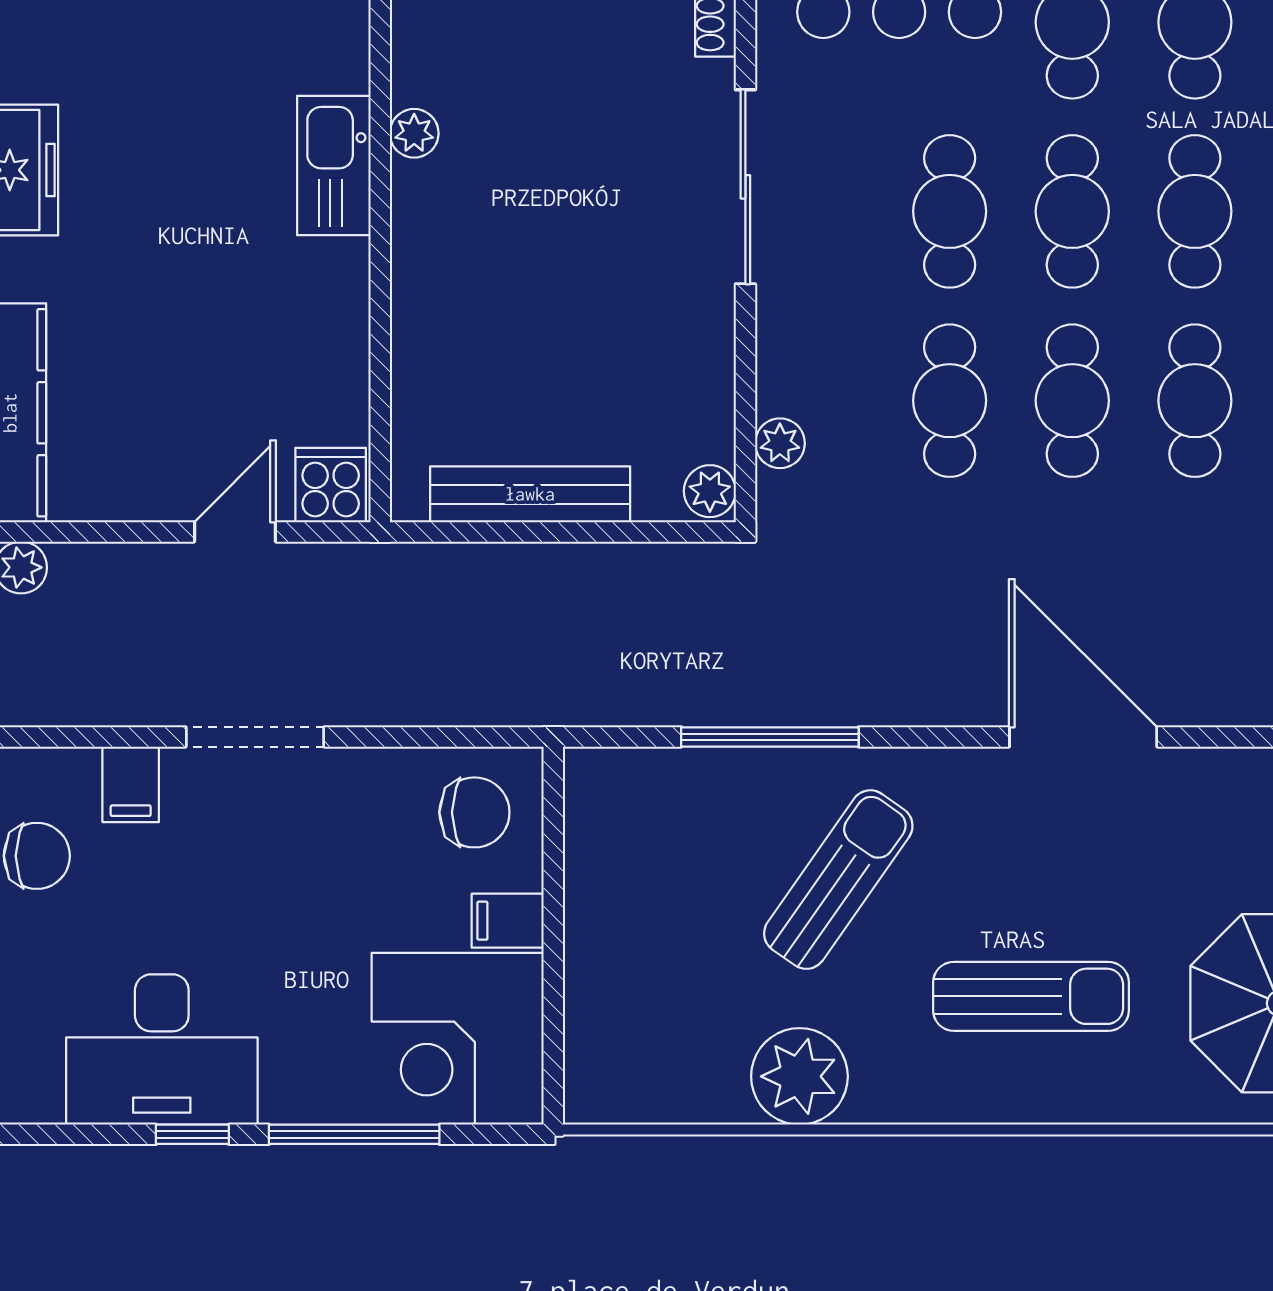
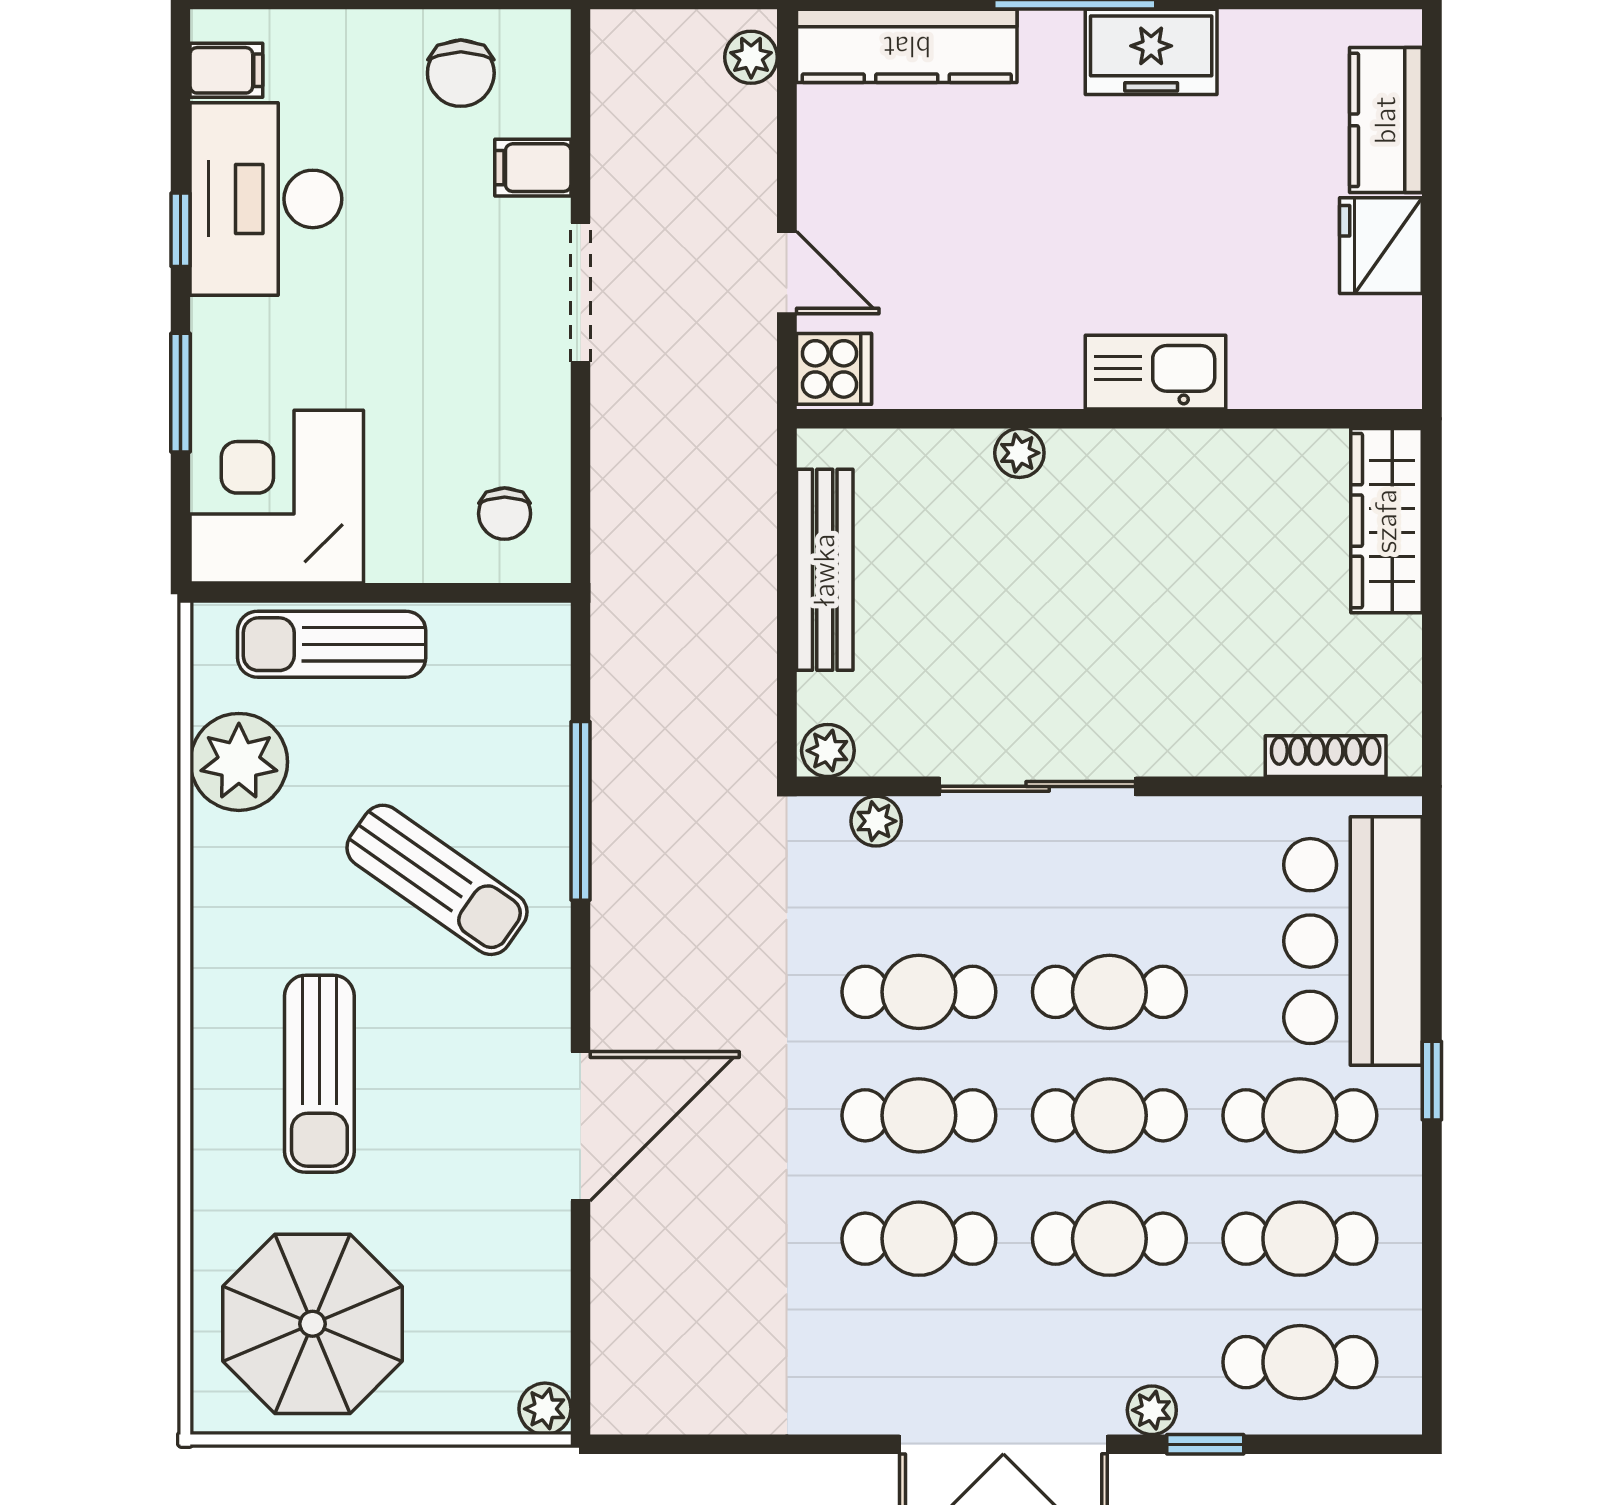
plant: (414, 133) -> (1019, 453), moved
sliding door: (745, 187) -> (1038, 786), moved
chair: (474, 812) -> (505, 514), width x0.73, depth x0.73
filing cabinet: (508, 921) -> (226, 70), moved, turned 90
sun lounger: (604, 984) -> (332, 644), added
plant: (799, 1076) -> (239, 762), moved
window: (354, 1134) -> (181, 393), width x0.69

